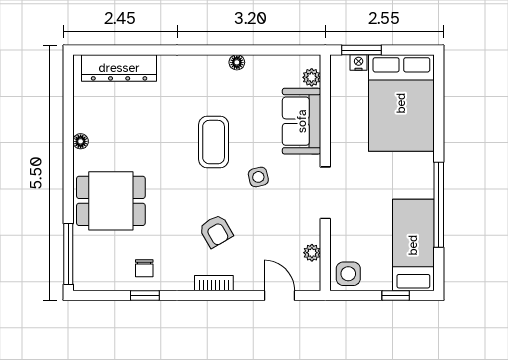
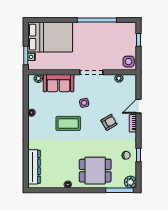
dining table: (111, 201) -> (95, 171), turned 90
bed: (413, 245) -> (115, 32), removed
plant: (86, 278) -> (130, 182), added
door: (279, 295) -> (139, 106), moved

